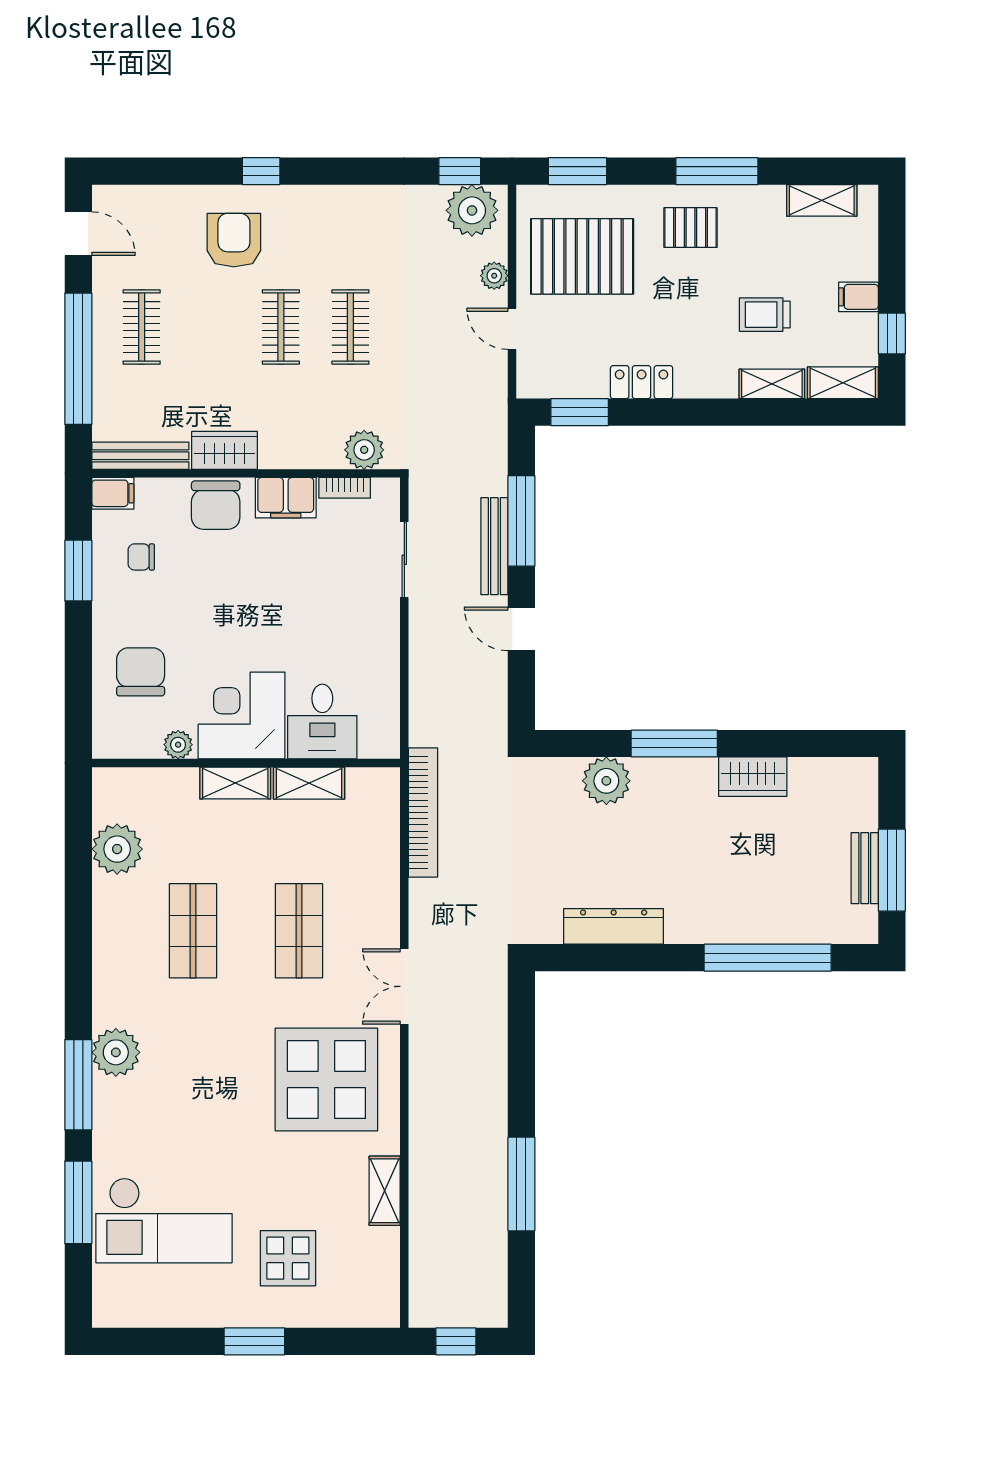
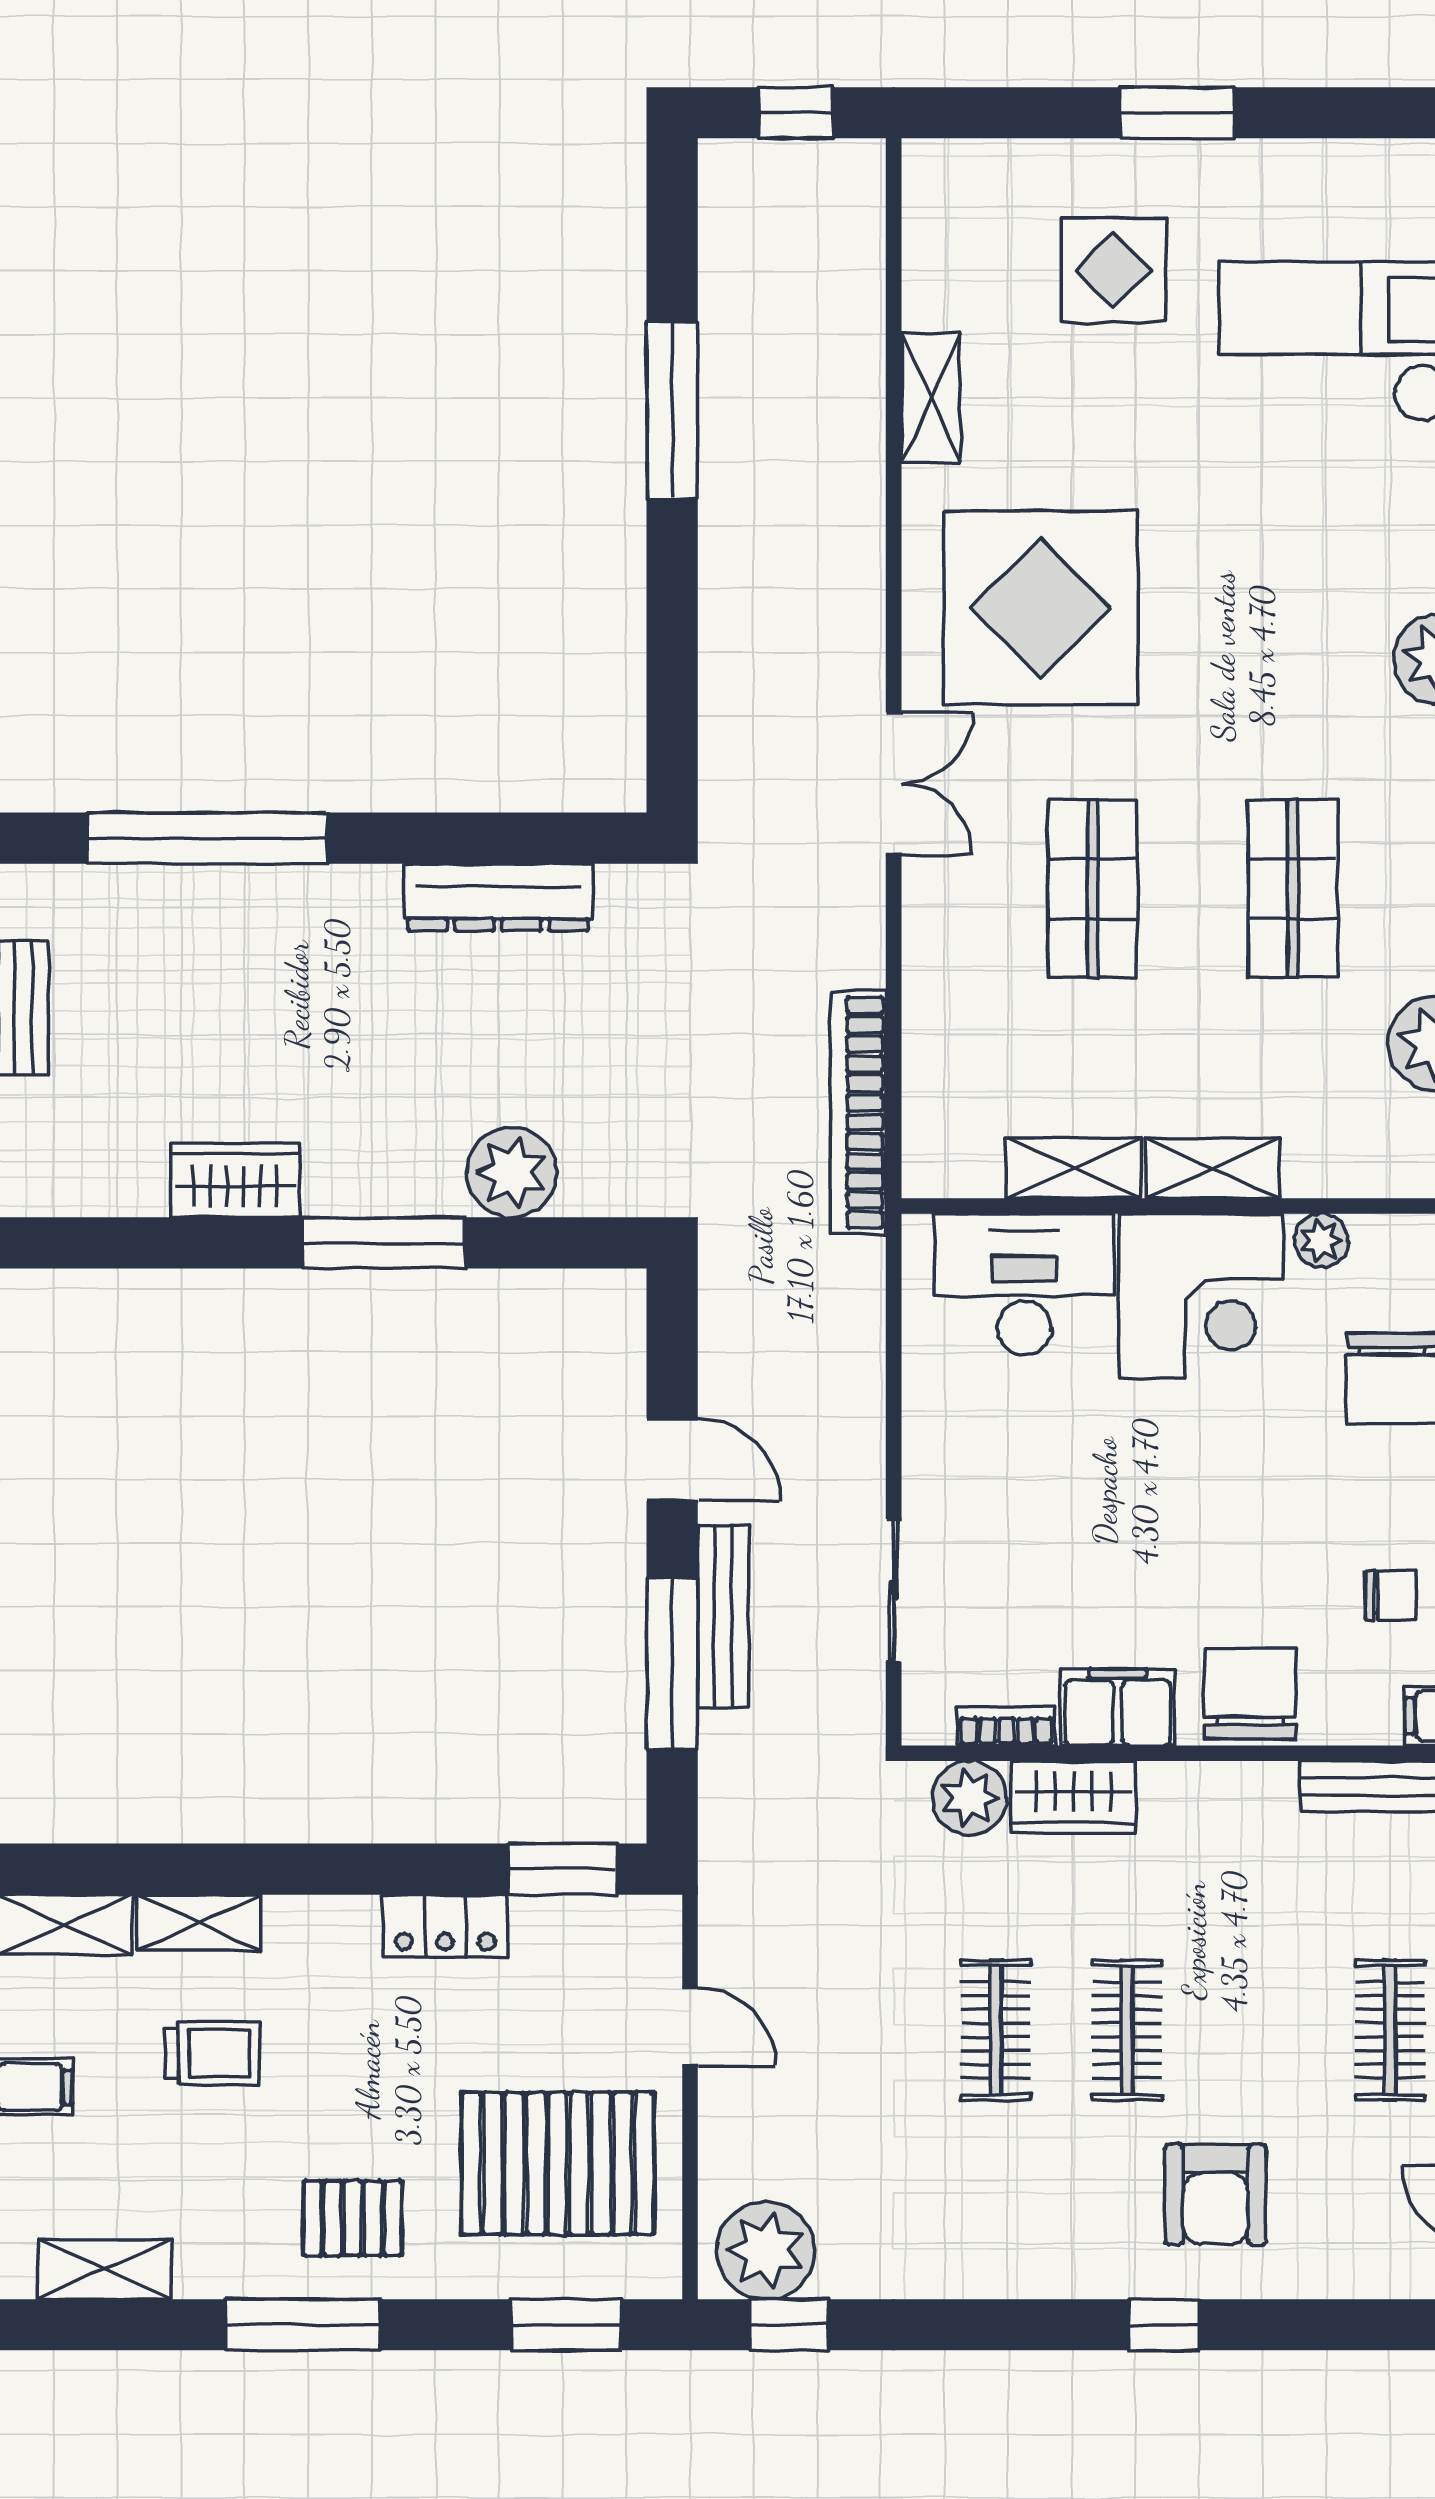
plant: (494, 276) -> (724, 2127), removed
wardrobe: (224, 450) -> (1074, 1797), moved
desk: (322, 722) -> (1024, 1284), width x1.37

